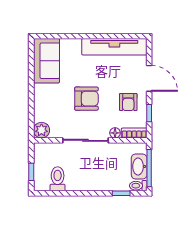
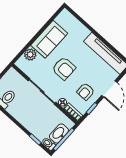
sofa: (46, 61) -> (49, 39), moved
plant: (41, 130) -> (30, 55), moved

